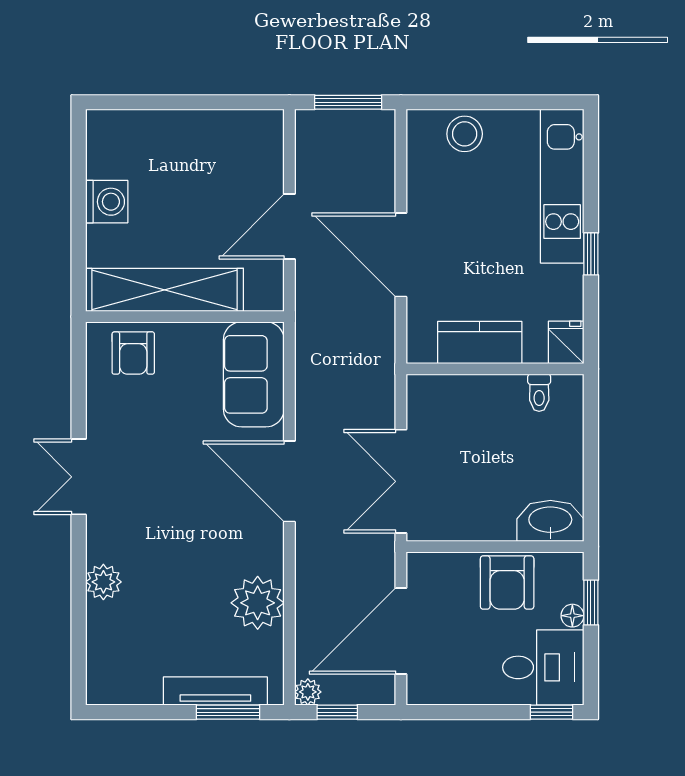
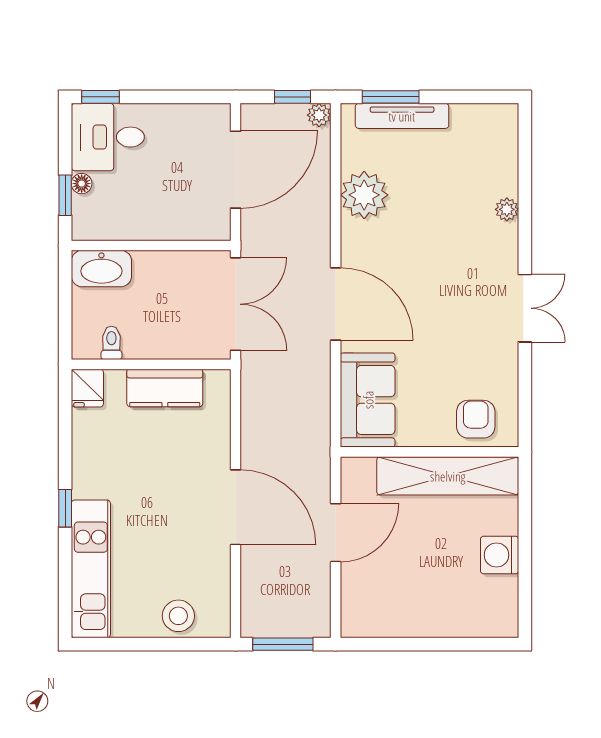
kitchen counter: (480, 342) -> (165, 388), moved
fridge: (566, 342) -> (87, 388), moved
wall: (495, 369) -> (151, 364), moved
toilet: (539, 393) -> (111, 343), moved
plant: (103, 582) -> (507, 209), width x0.73, depth x0.73
armchair: (507, 582) -> (140, 213), removed

